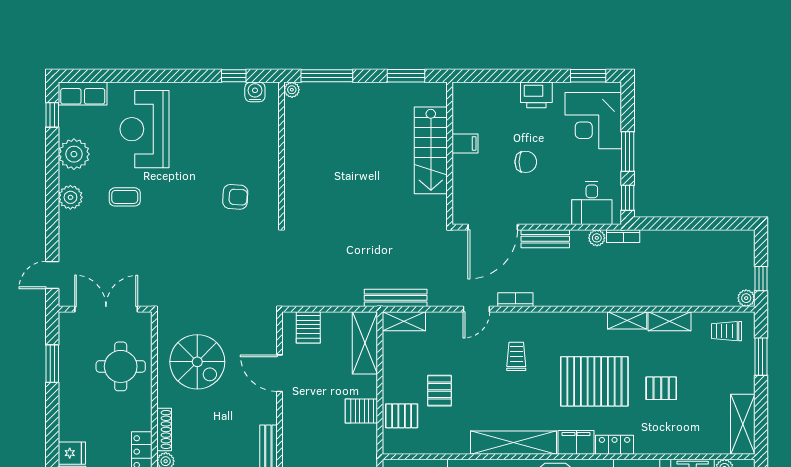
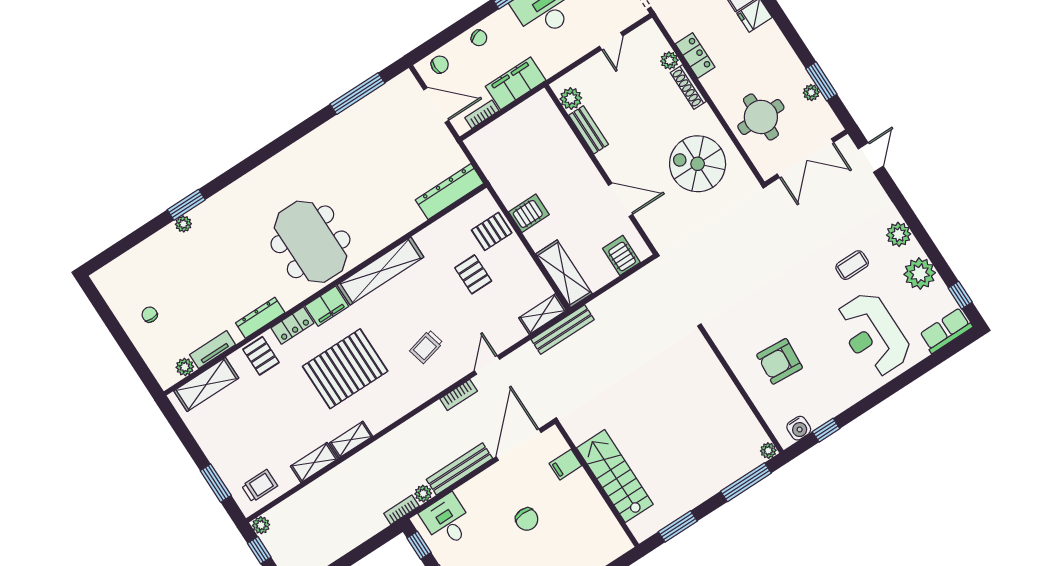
reception desk: (145, 129) -> (873, 334), turned 180
filing cabinet: (465, 143) -> (565, 465), moved
chair: (526, 162) -> (527, 519), turned -93
armchair: (235, 197) -> (780, 361), moved, width x1.38, depth x1.38
bench: (545, 239) -> (459, 469), width x1.36
trolley: (516, 356) -> (426, 347), turned 76
plant: (67, 360) -> (811, 93), added
pallet: (661, 388) -> (261, 356), moved, turned 90
shelving: (743, 424) -> (206, 384), moved, turned 90

